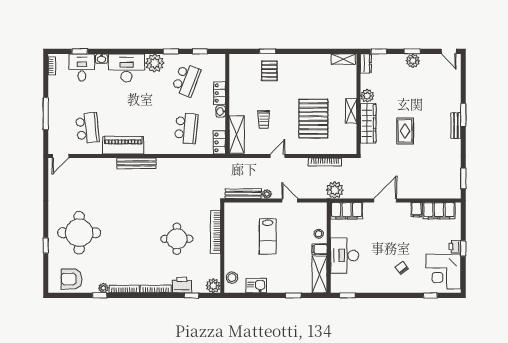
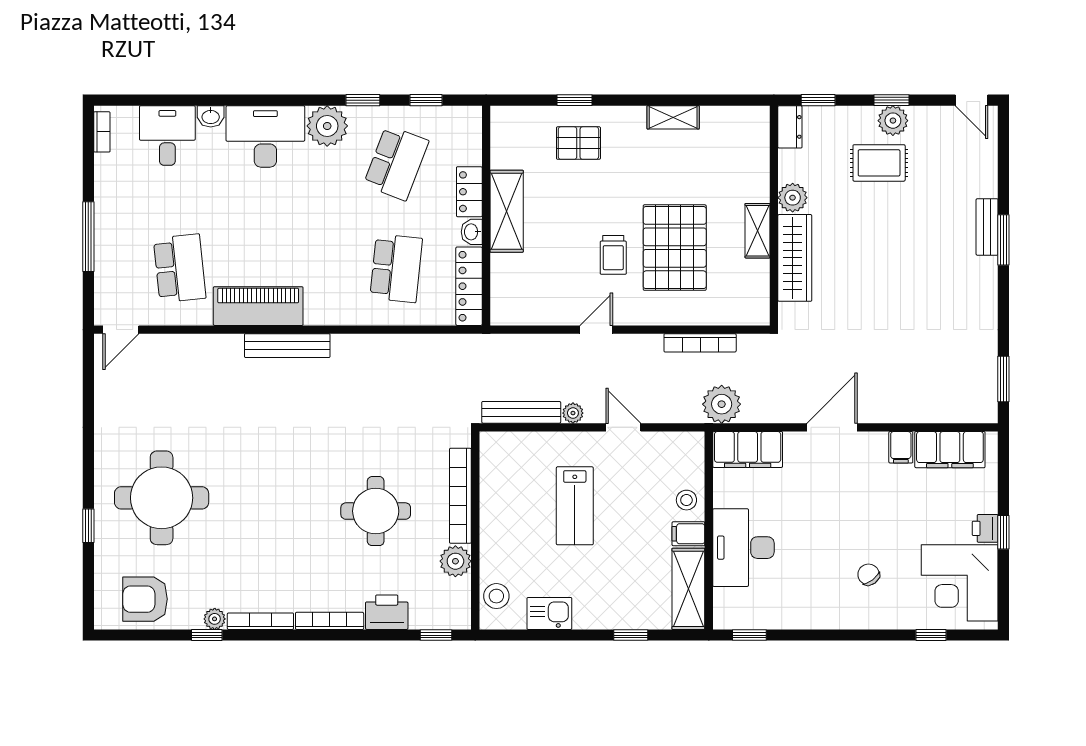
window: (80, 51) -> (163, 100), removed
shelving: (343, 59) -> (673, 117), moved
pallet: (269, 71) -> (578, 143), turned 90
trolley: (264, 119) -> (613, 255), moved
bench: (456, 126) -> (987, 227), moved
rug: (405, 131) -> (879, 163), moved, turned 90
shelving: (237, 135) -> (507, 211), moved
locker: (219, 142) -> (469, 286), width x1.53
plant: (213, 286) -> (455, 561), moved
window: (192, 295) -> (436, 635), moved

